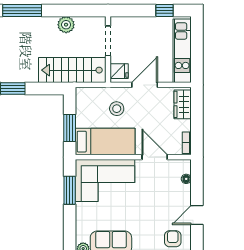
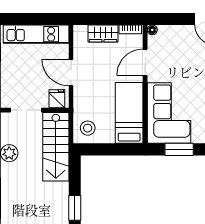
wardrobe: (183, 104) -> (103, 34), moved
stool: (117, 109) -> (88, 128), moved
window: (70, 128) -> (115, 149), removed
floor lamp: (186, 179) -> (152, 30), moved

